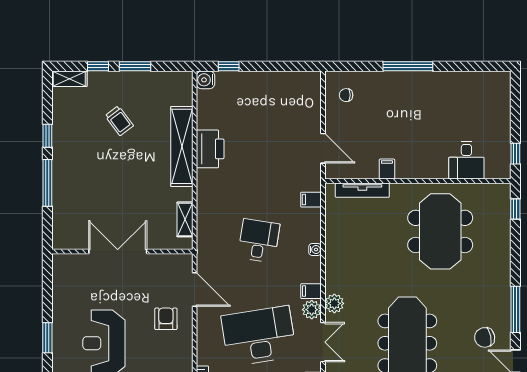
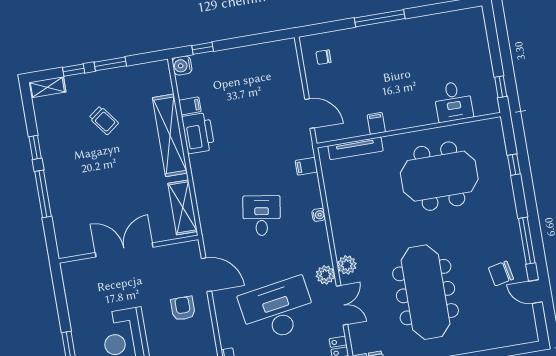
window: (515, 209) -> (514, 165), moved
shelving: (185, 219) -> (183, 207), width x1.50, depth x1.33
meeting table: (440, 231) -> (439, 176), turned 90
filing cabinet: (311, 291) -> (190, 106), moved, turned 180

